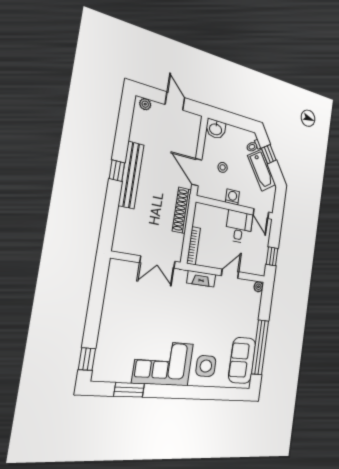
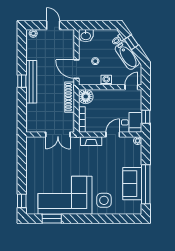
floor lamp: (203, 214) -> (86, 97), added
door: (261, 214) -> (131, 87), swing flipped
desk: (239, 227) -> (131, 122), moved, turned 90
sofa: (242, 360) -> (132, 184), moved
corner sofa: (163, 363) -> (65, 195), width x1.36, depth x1.36

